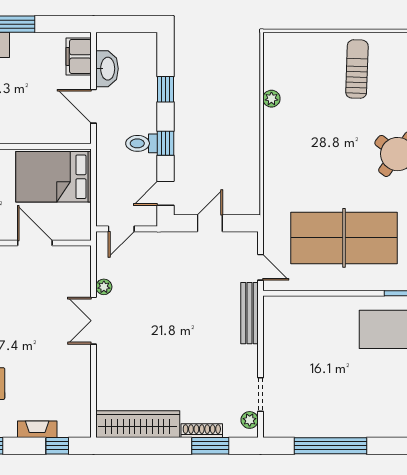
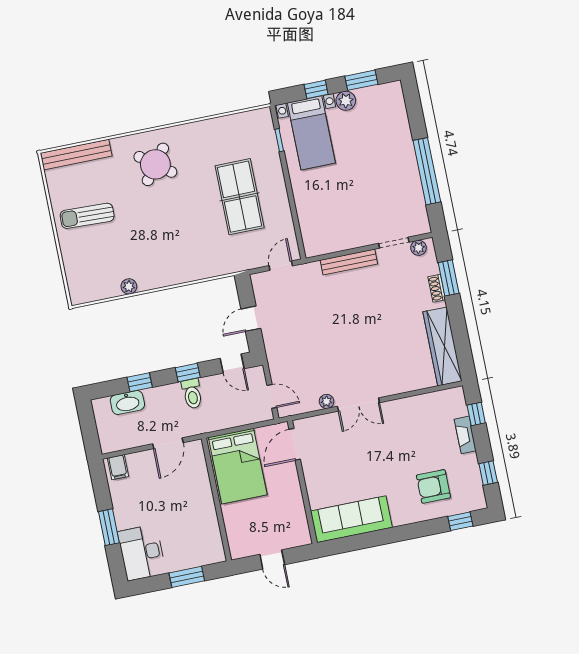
filing cabinet: (79, 56) -> (118, 467), width x0.50
washbasin: (107, 69) -> (127, 403), moved, turned 180
door: (210, 223) -> (251, 319), hinge flipped
table tennis table: (344, 238) -> (240, 197), width x0.73, depth x0.76
door: (35, 243) -> (295, 444), moved
bench: (249, 313) -> (349, 262), moved
shoe rack: (202, 431) -> (437, 288), width x0.70

